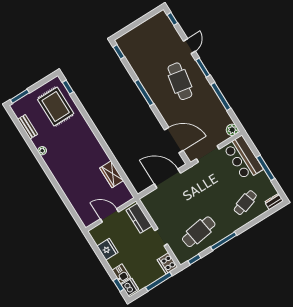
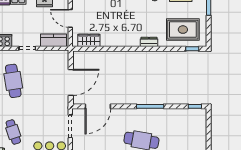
dresser: (86, 130) -> (149, 42), added
wardrobe: (112, 174) -> (89, 40), moved
door: (109, 215) -> (70, 18), swing flipped

